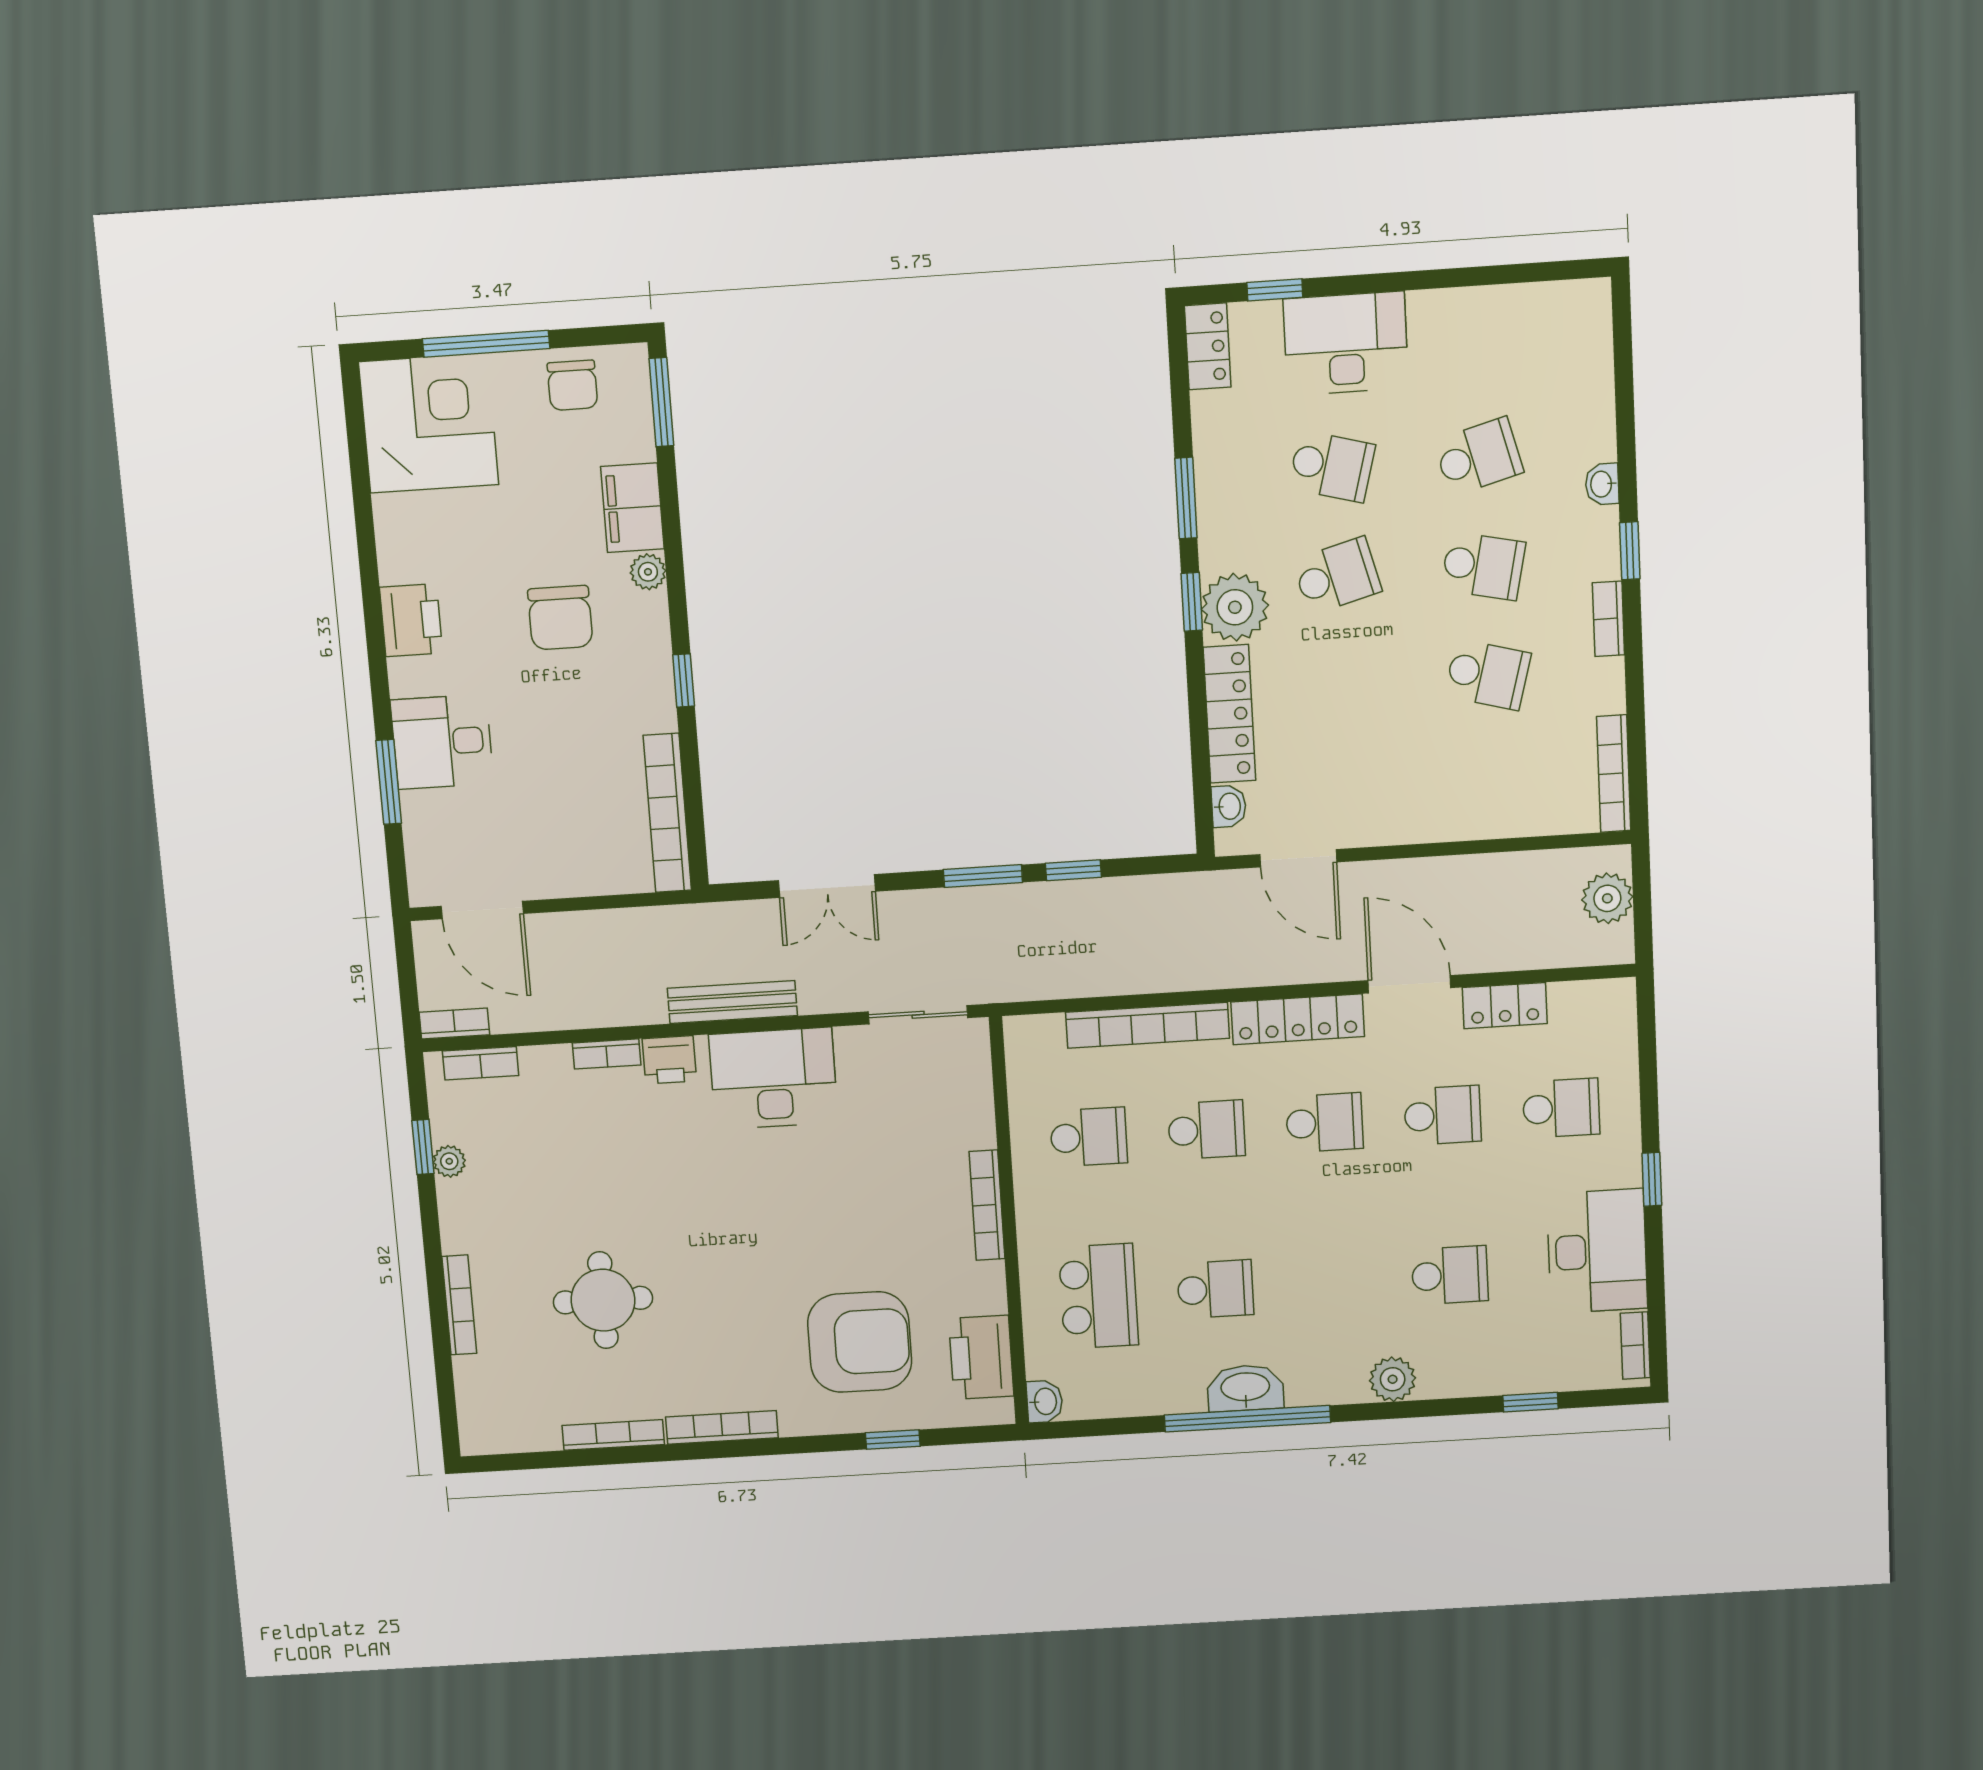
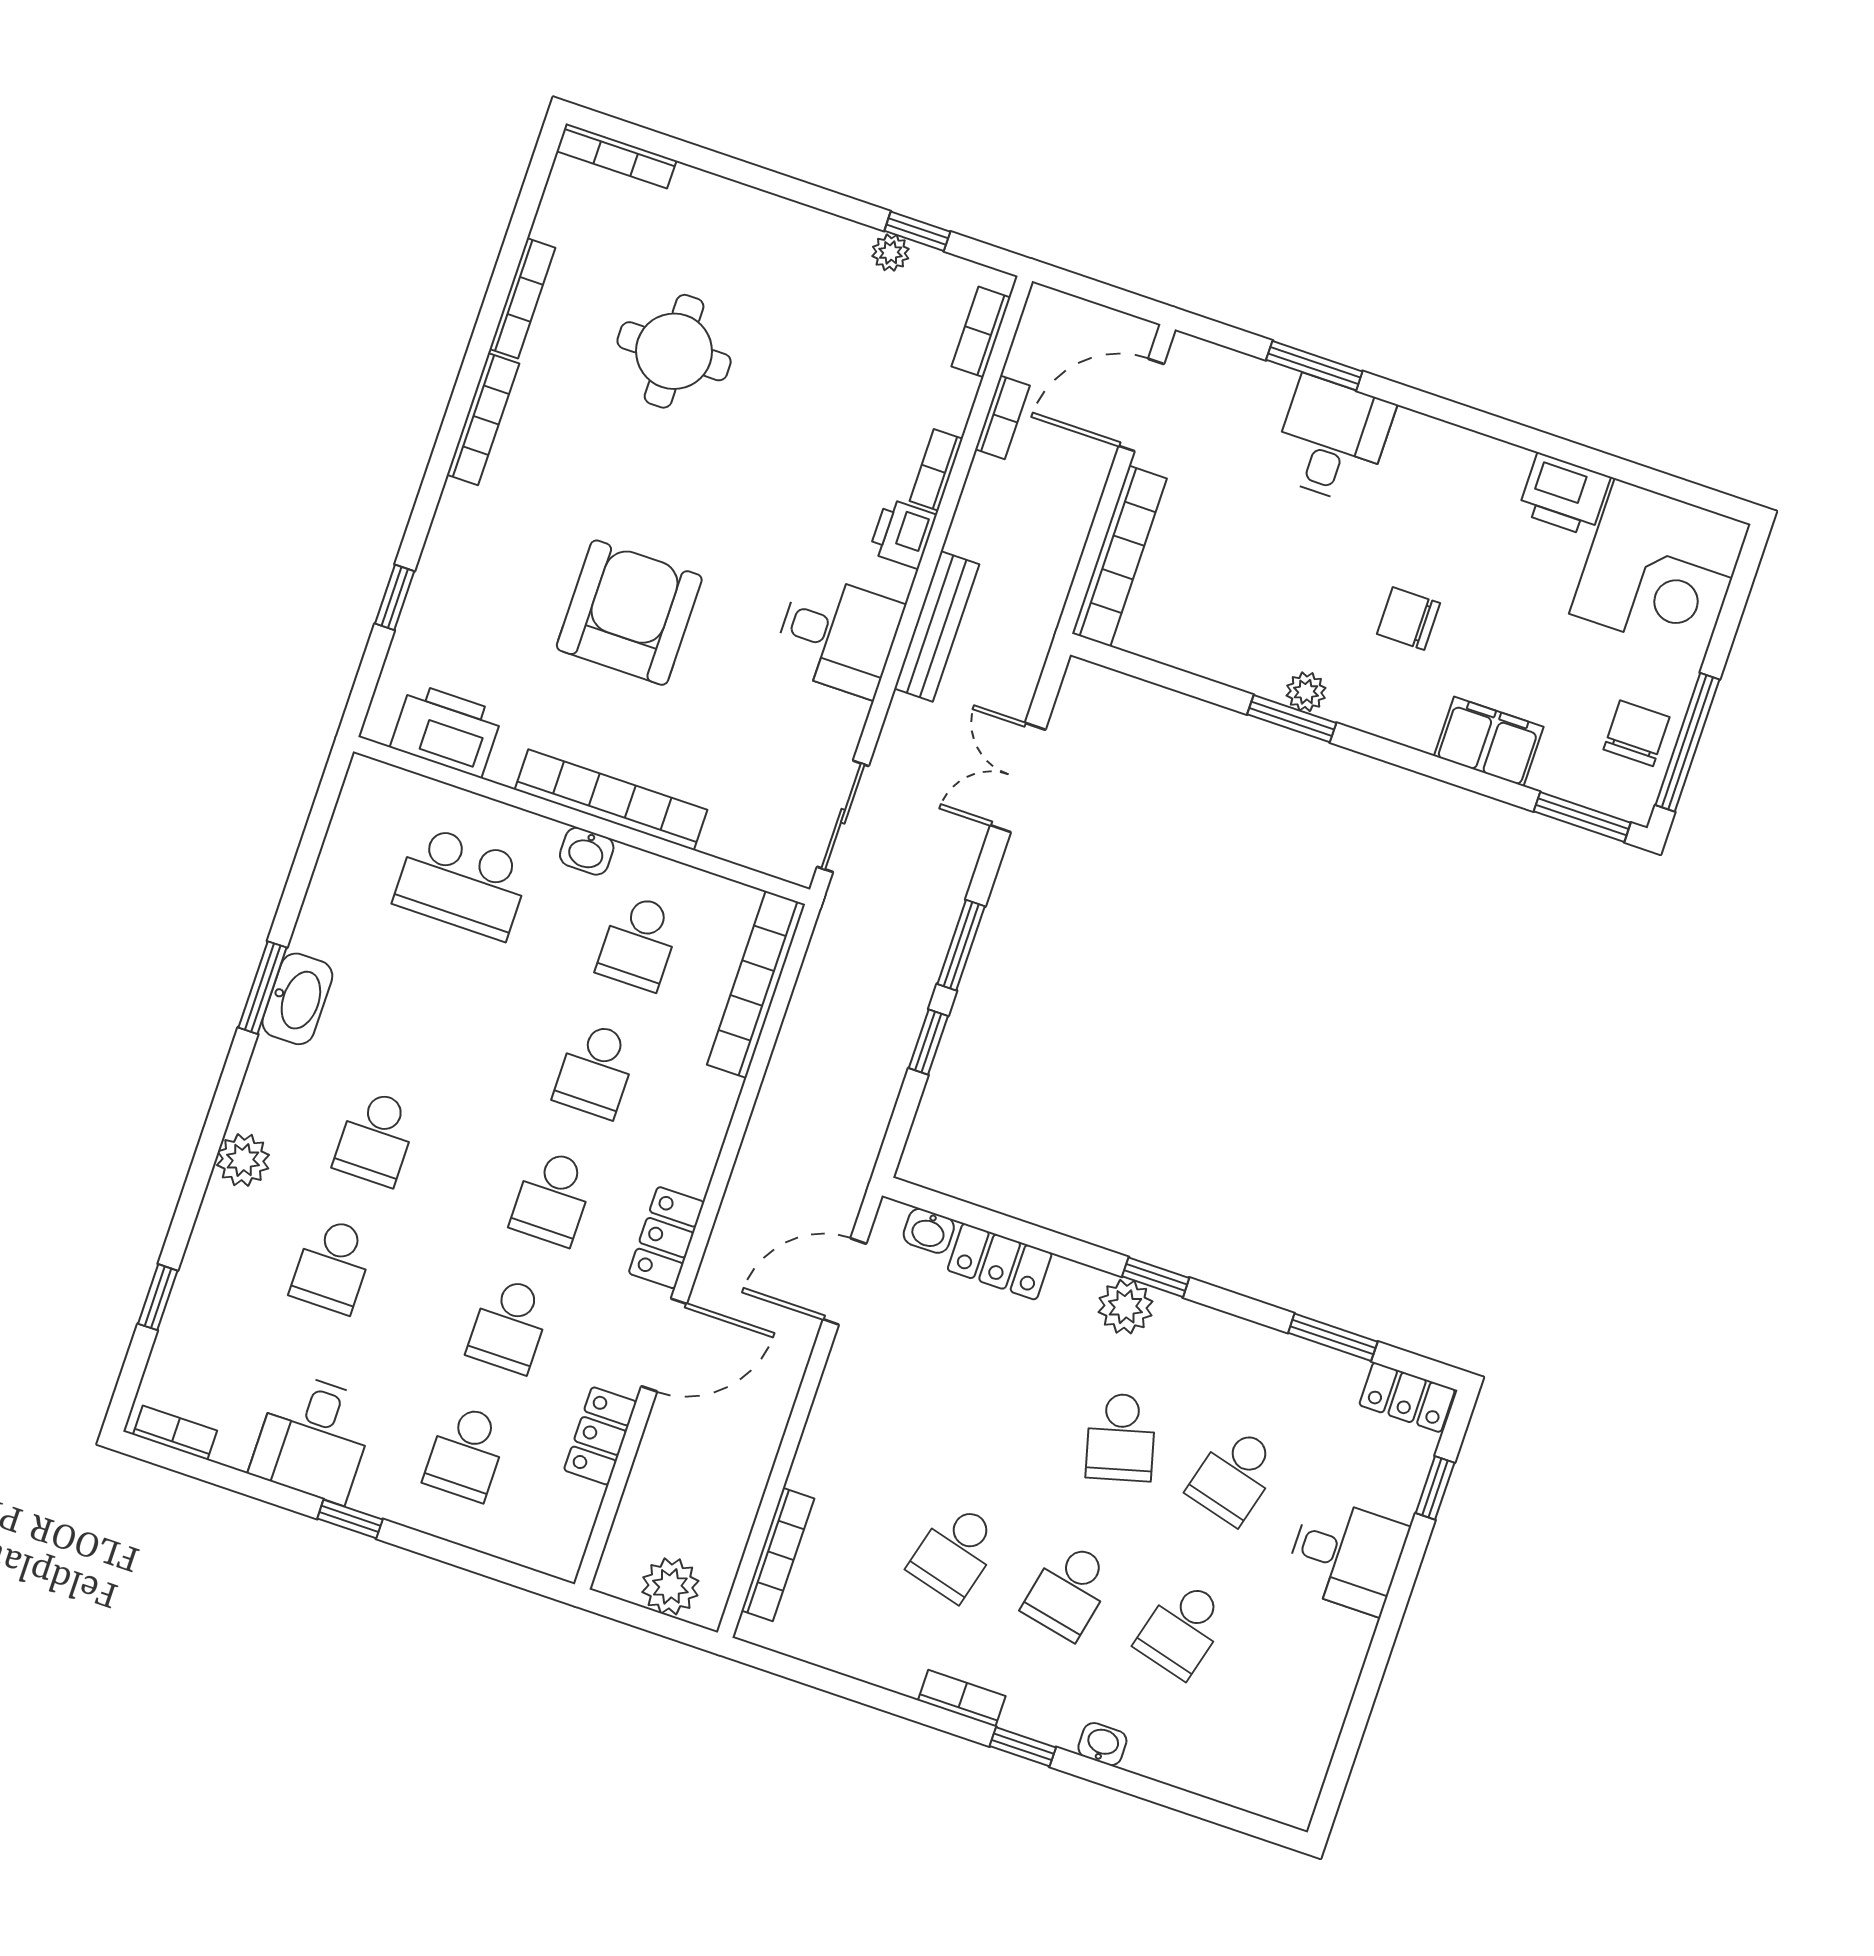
desk: (1346, 343) -> (1346, 1556), width x0.73
window: (486, 344) -> (1687, 742), moved
chair: (572, 385) -> (1637, 733), turned 90
school desk: (1478, 457) -> (1182, 1629), turned 30
window: (1186, 498) -> (1333, 1337), moved
plant: (648, 572) -> (1306, 692), moved
plant: (1235, 607) -> (1126, 1307), width x0.73, depth x0.73
chair: (560, 618) -> (1408, 619), width x0.73, depth x0.73
printer: (411, 620) -> (1564, 495), moved
window: (684, 680) -> (1292, 719), width x1.50
locker: (1229, 714) -> (1000, 1262), width x0.66
bookcase: (1614, 774) -> (778, 1554), moved, turned 90
bookcase: (667, 813) -> (1119, 556), moved, turned 90
locker: (1298, 1019) -> (666, 1238), width x0.66
bookcase: (454, 1023) -> (1002, 417), moved
bookcase: (1148, 1025) -> (756, 984), moved
desk: (773, 1078) -> (838, 635), width x0.73
bookcase: (987, 1205) -> (611, 800), width x1.48, depth x1.31
desk: (1597, 1251) -> (313, 1438), width x0.73
school desk: (1215, 1289) -> (376, 1138), moved
bookcase: (459, 1305) -> (616, 156), moved
armchair: (860, 1342) -> (629, 613), moved, turned 180
washbasin: (1045, 1401) -> (587, 851), moved
window: (1247, 1419) -> (263, 988), width x0.47

